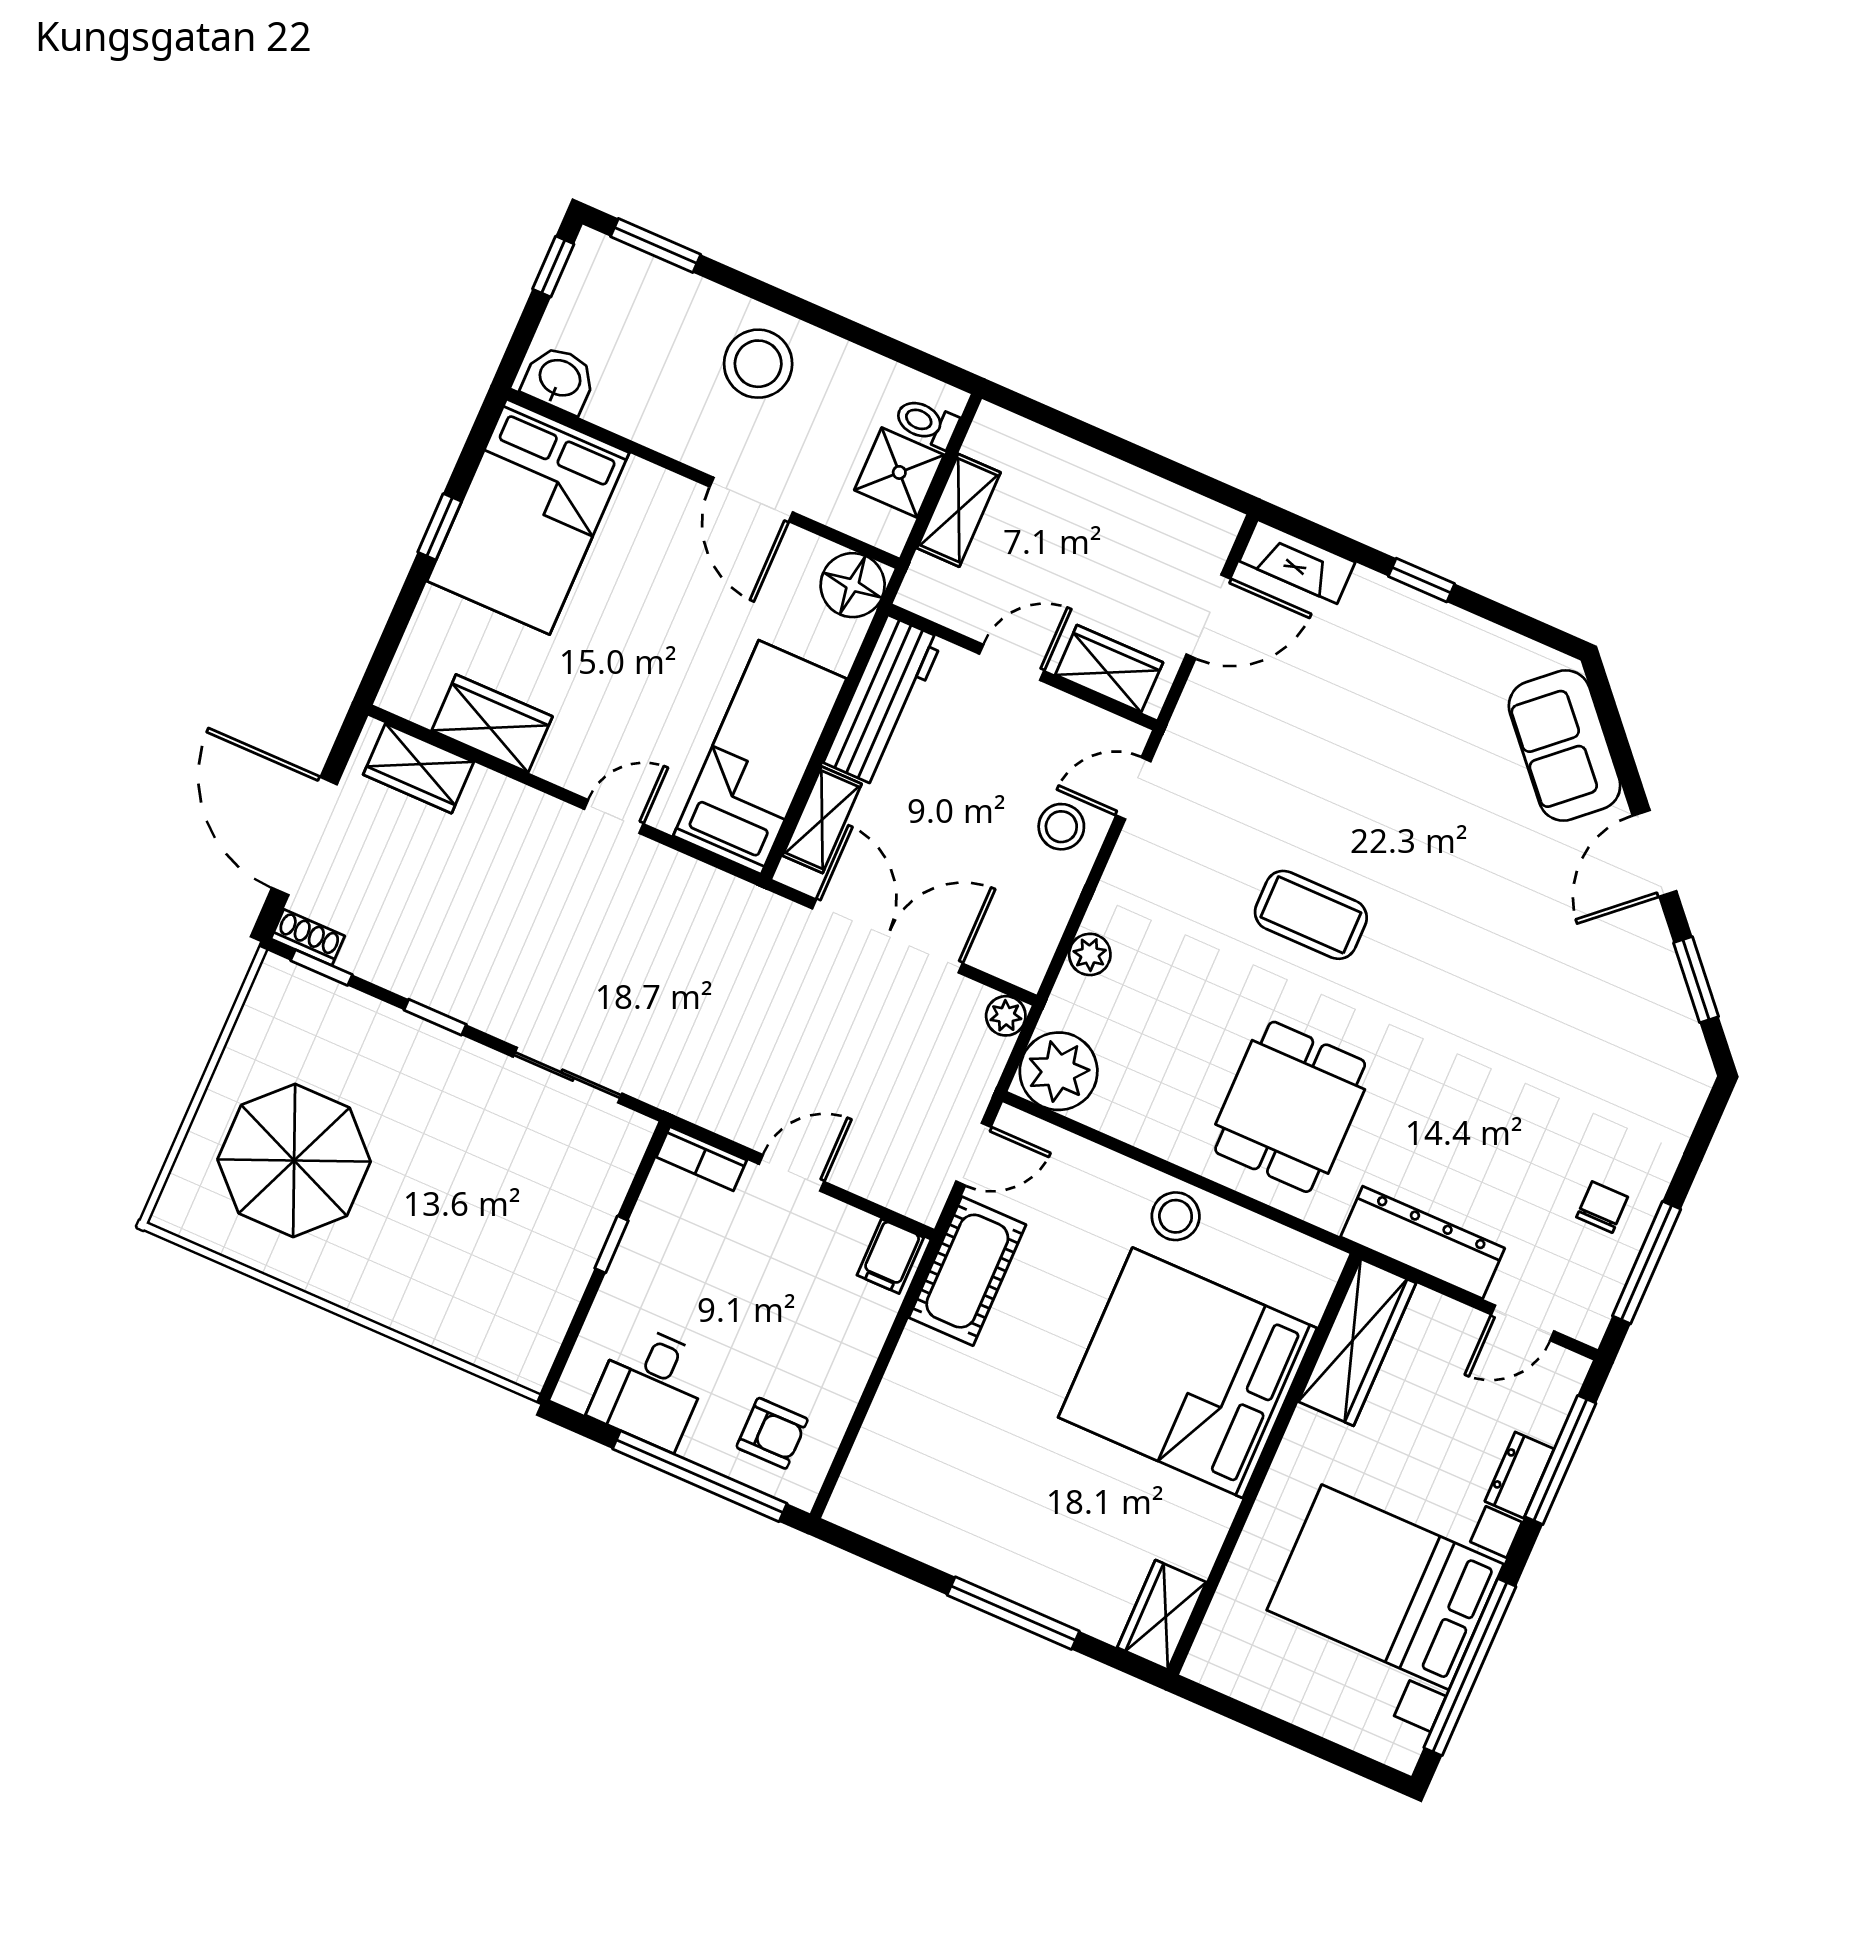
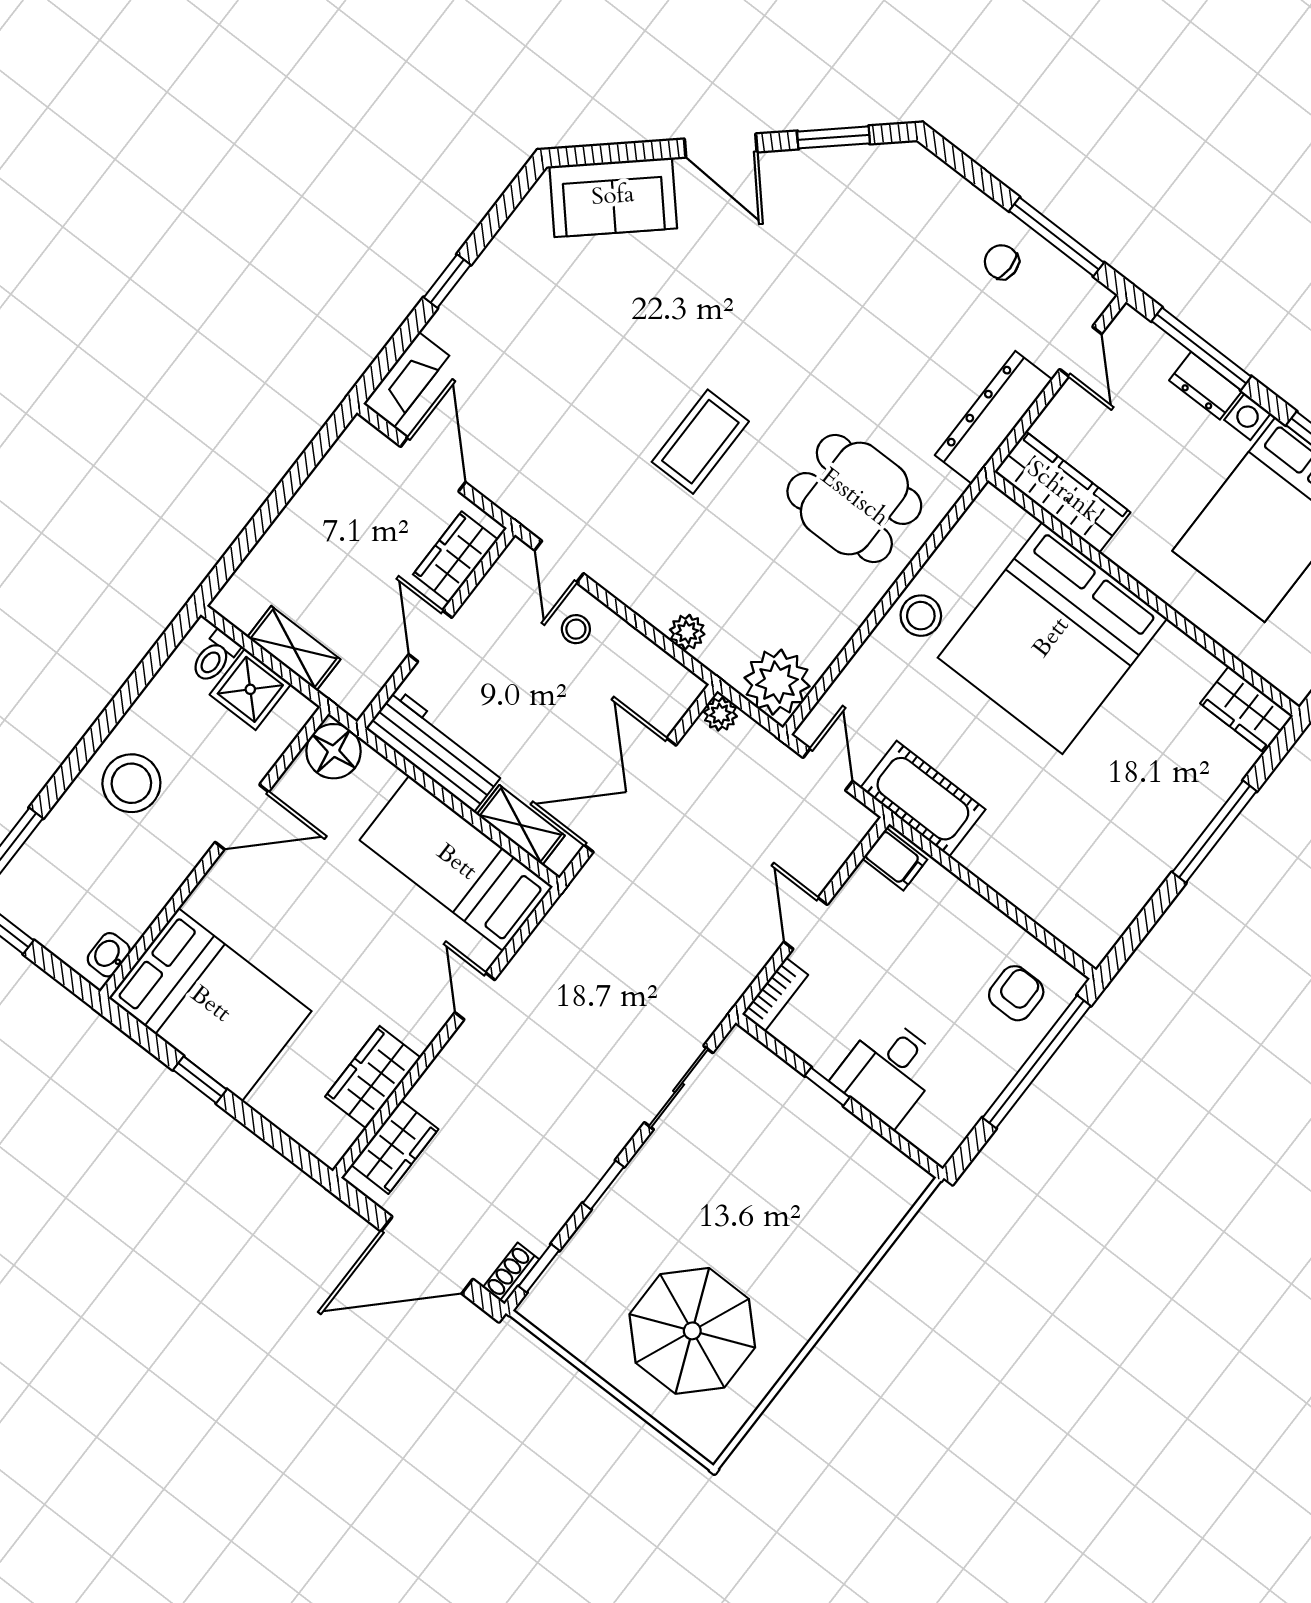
washbasin: (559, 379) -> (109, 955), width x0.72, depth x0.69
stool: (1061, 827) -> (576, 629), width x0.73, depth x0.73
desk: (650, 1387) -> (888, 1071), moved, turned 90

